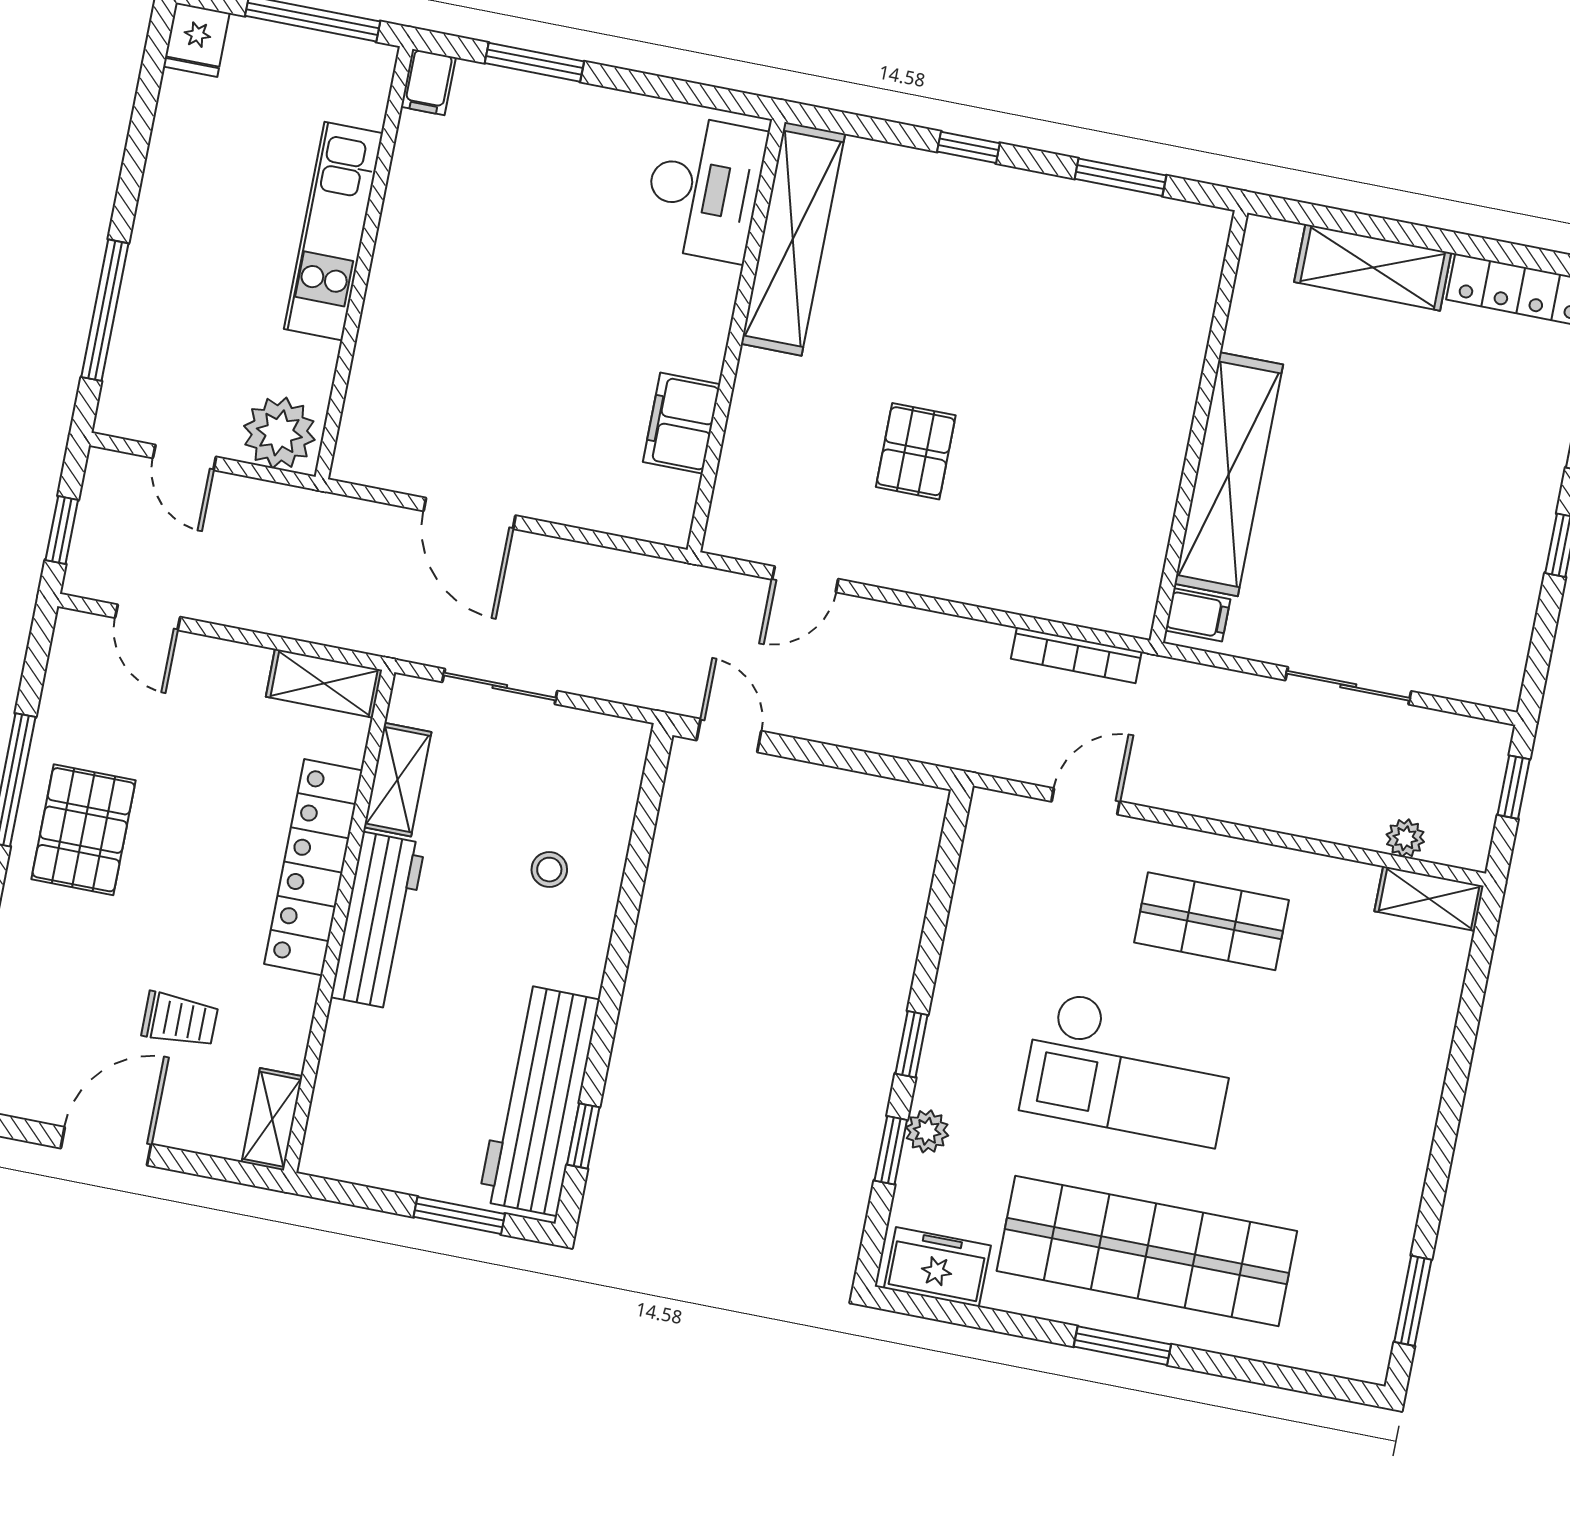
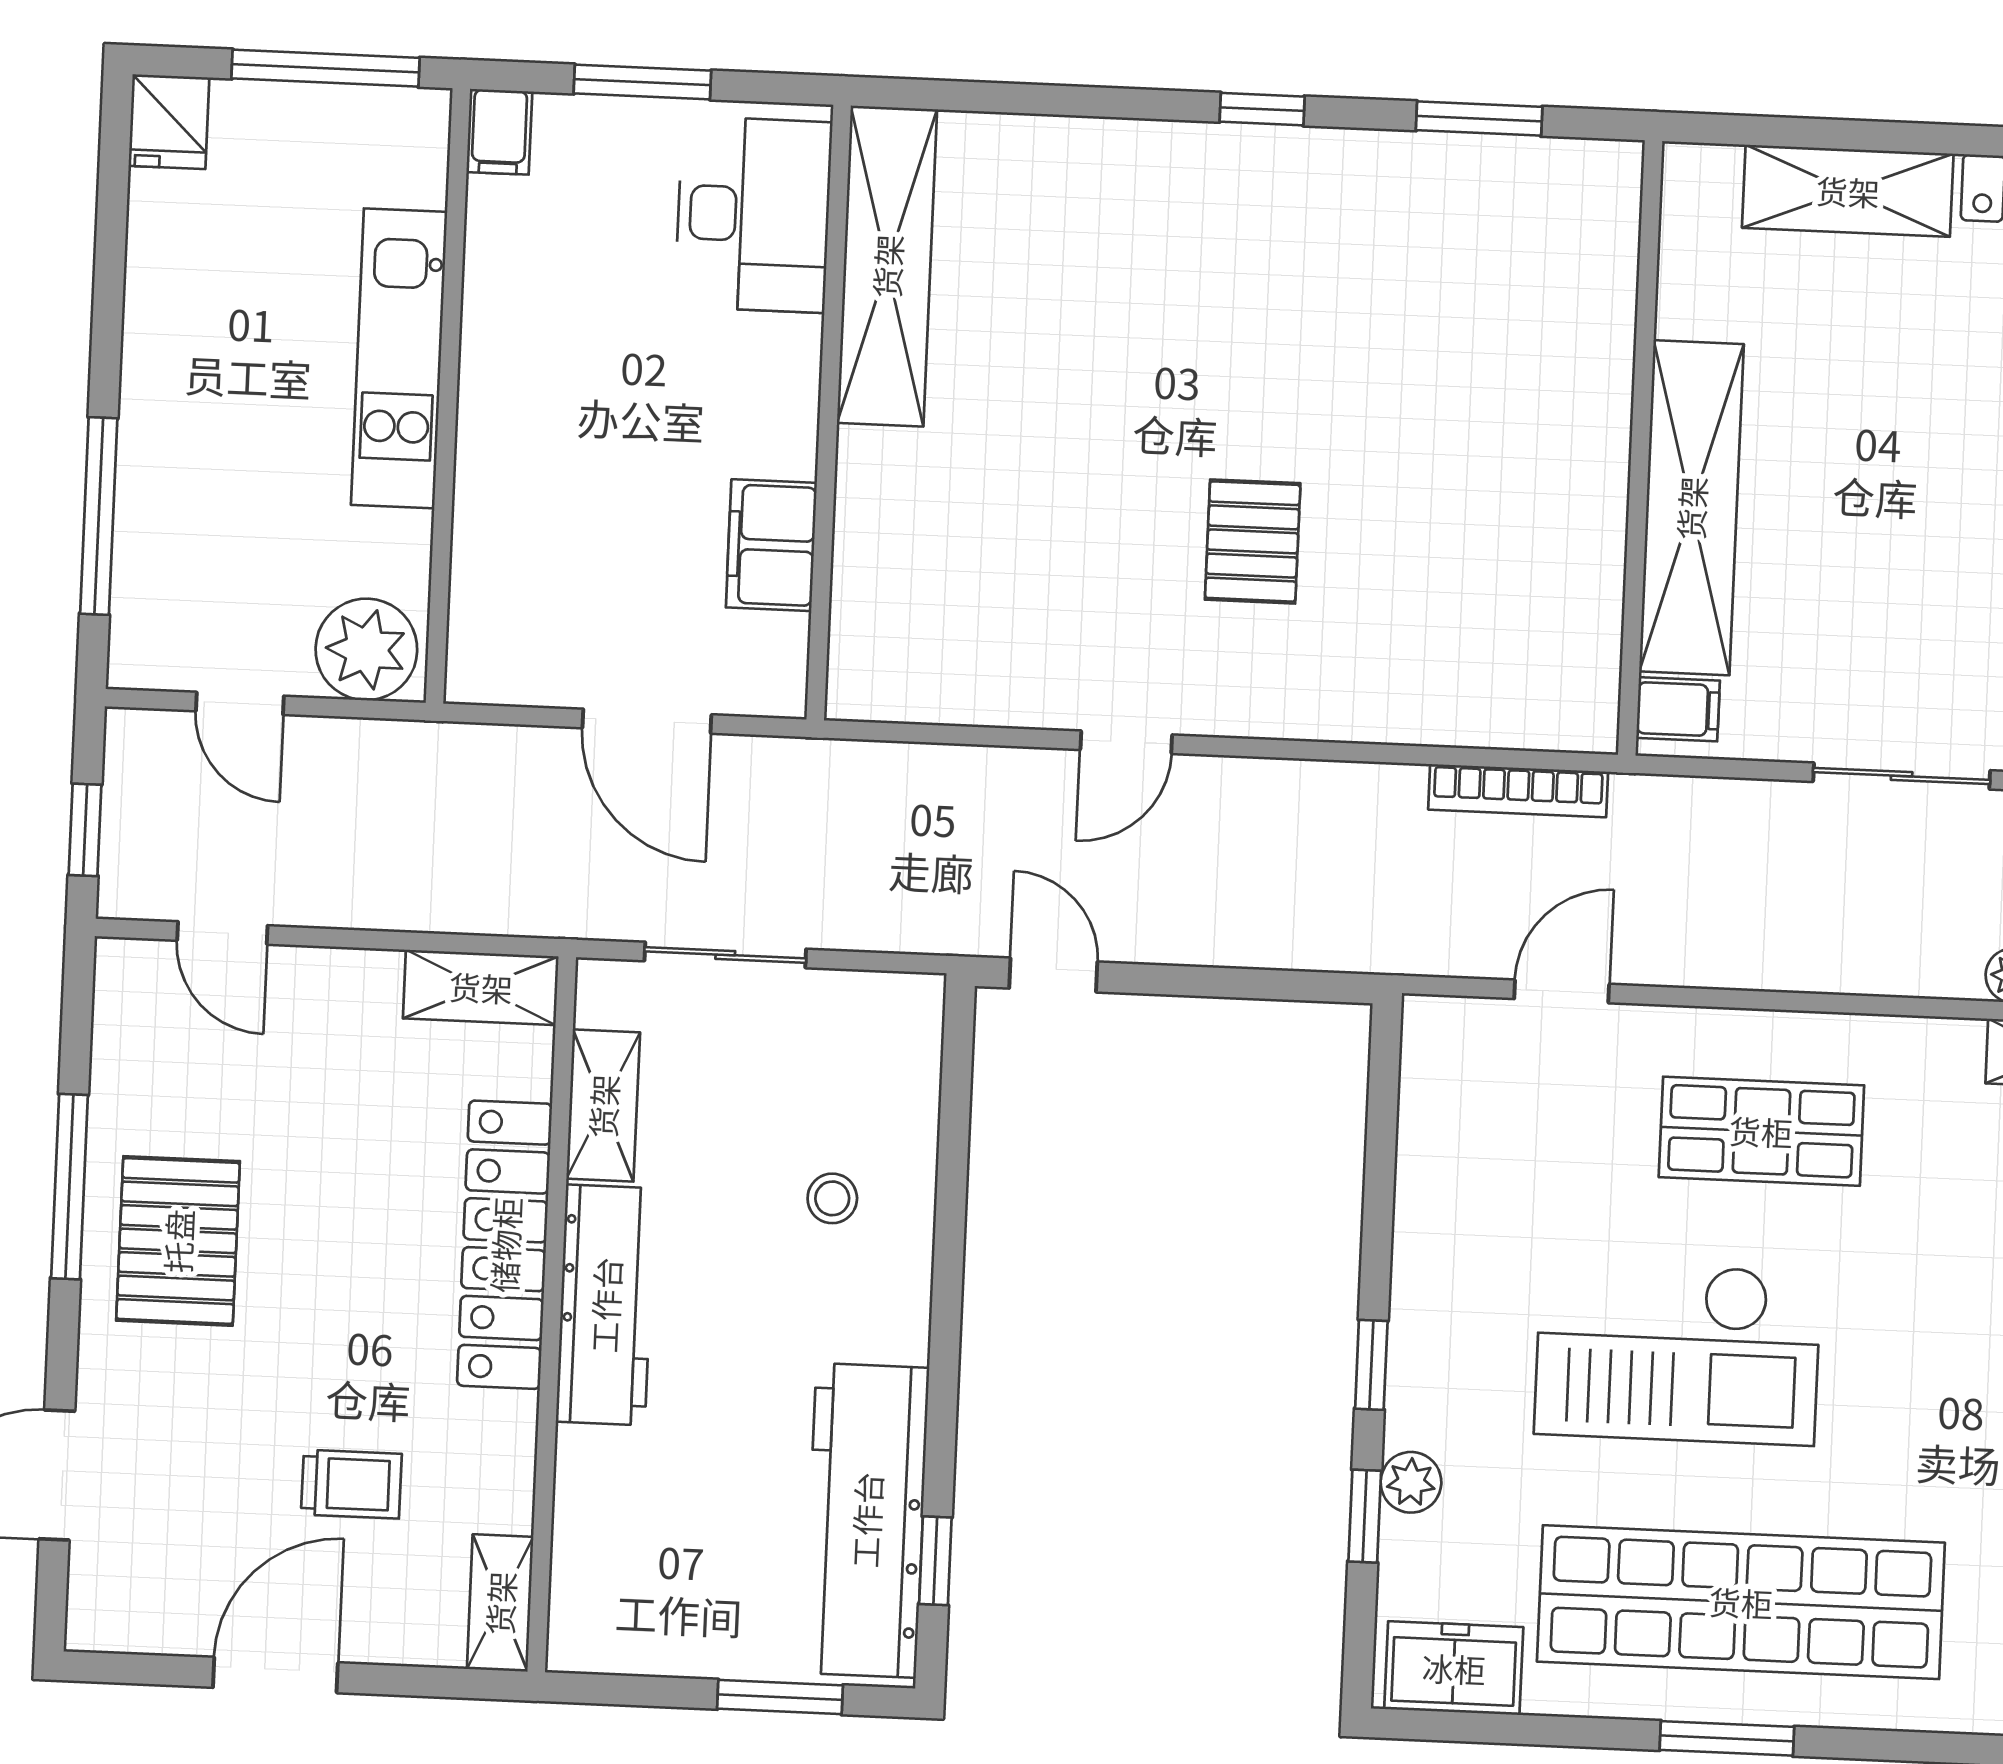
desk: (704, 188) -> (753, 214), moved
shelving: (793, 239) -> (887, 266), moved
wall: (736, 336) -> (829, 413), moved
filing cabinet: (682, 423) -> (771, 545), moved

